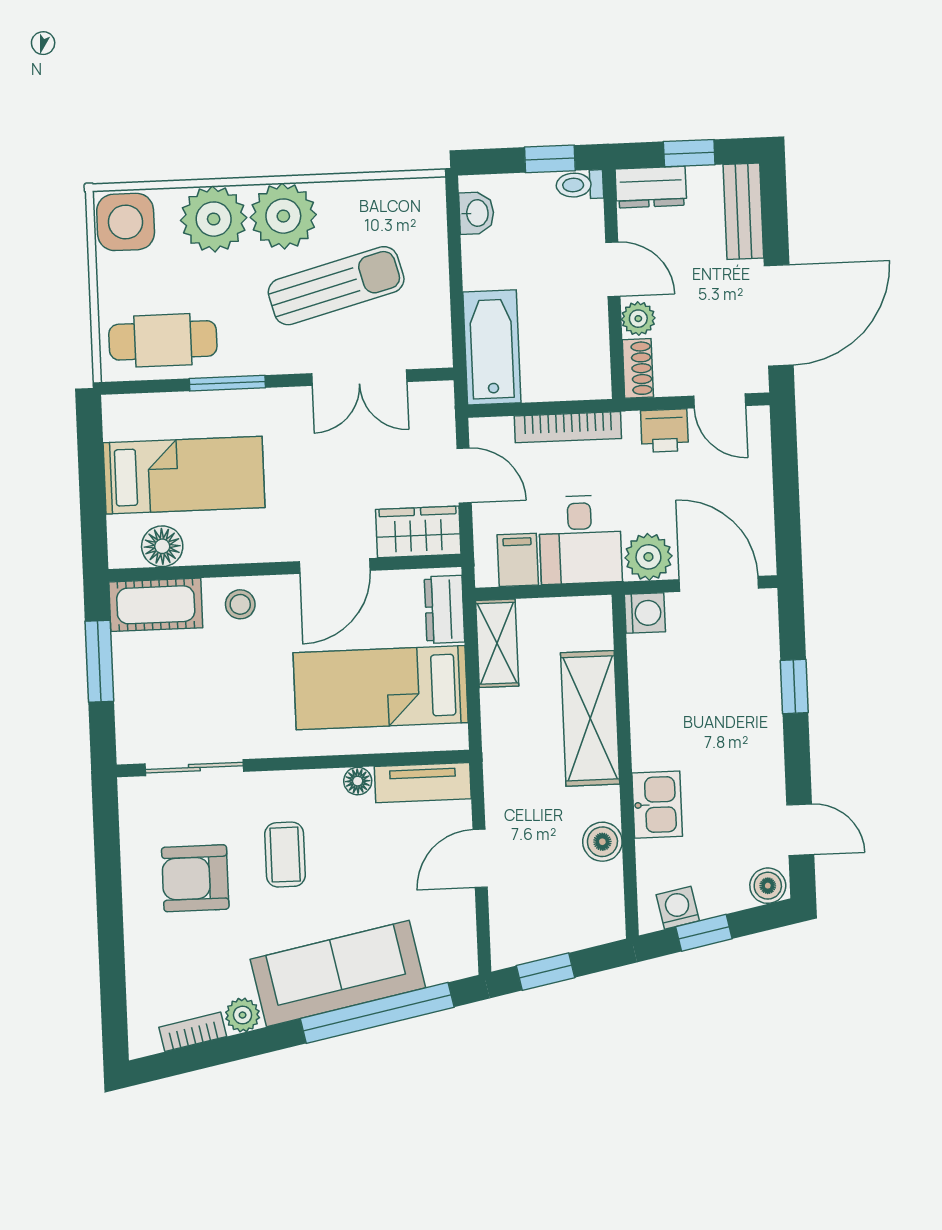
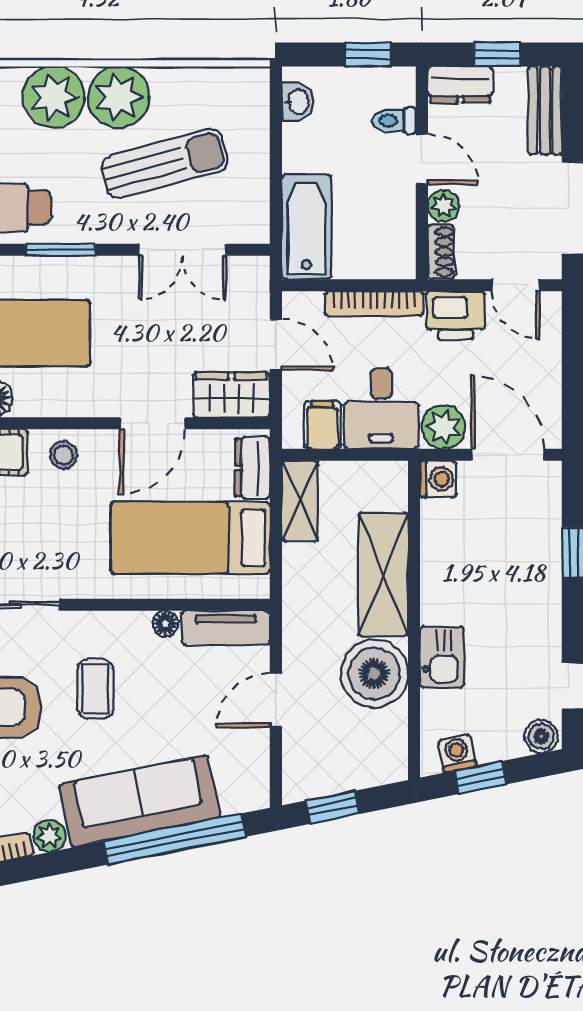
toilet: (580, 185) -> (394, 121), moved
printer: (665, 431) -> (456, 315), width x1.36, depth x1.24
boiler: (602, 842) -> (374, 674), width x1.86, depth x1.86

